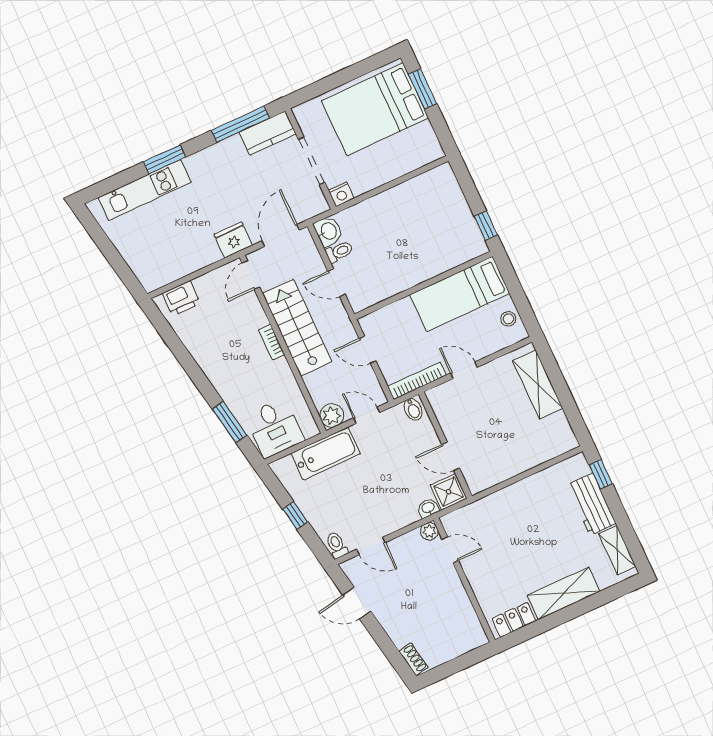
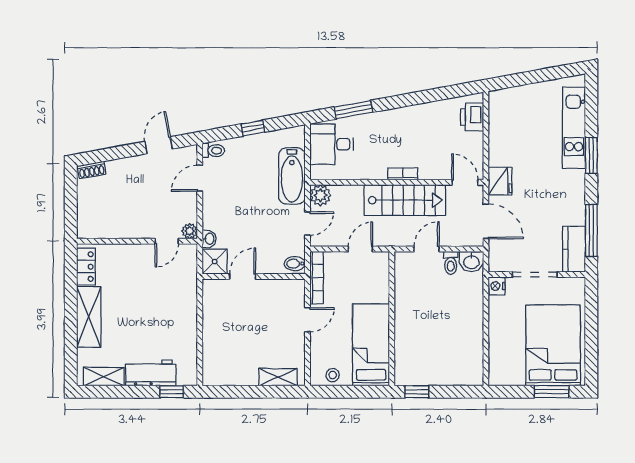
shelving: (538, 384) -> (278, 377), width x0.67, depth x0.75

